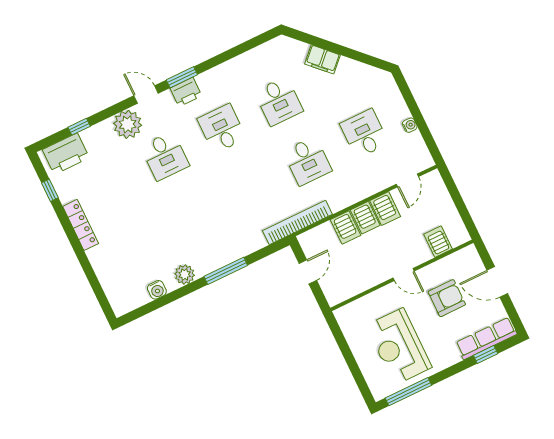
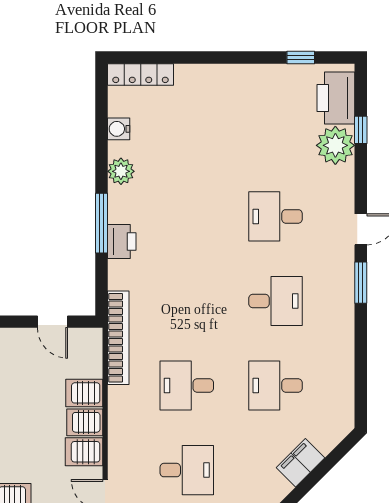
printer: (186, 92) -> (122, 241), moved, turned 180
plant: (128, 124) -> (335, 145), moved
locker: (81, 225) -> (141, 74), moved

